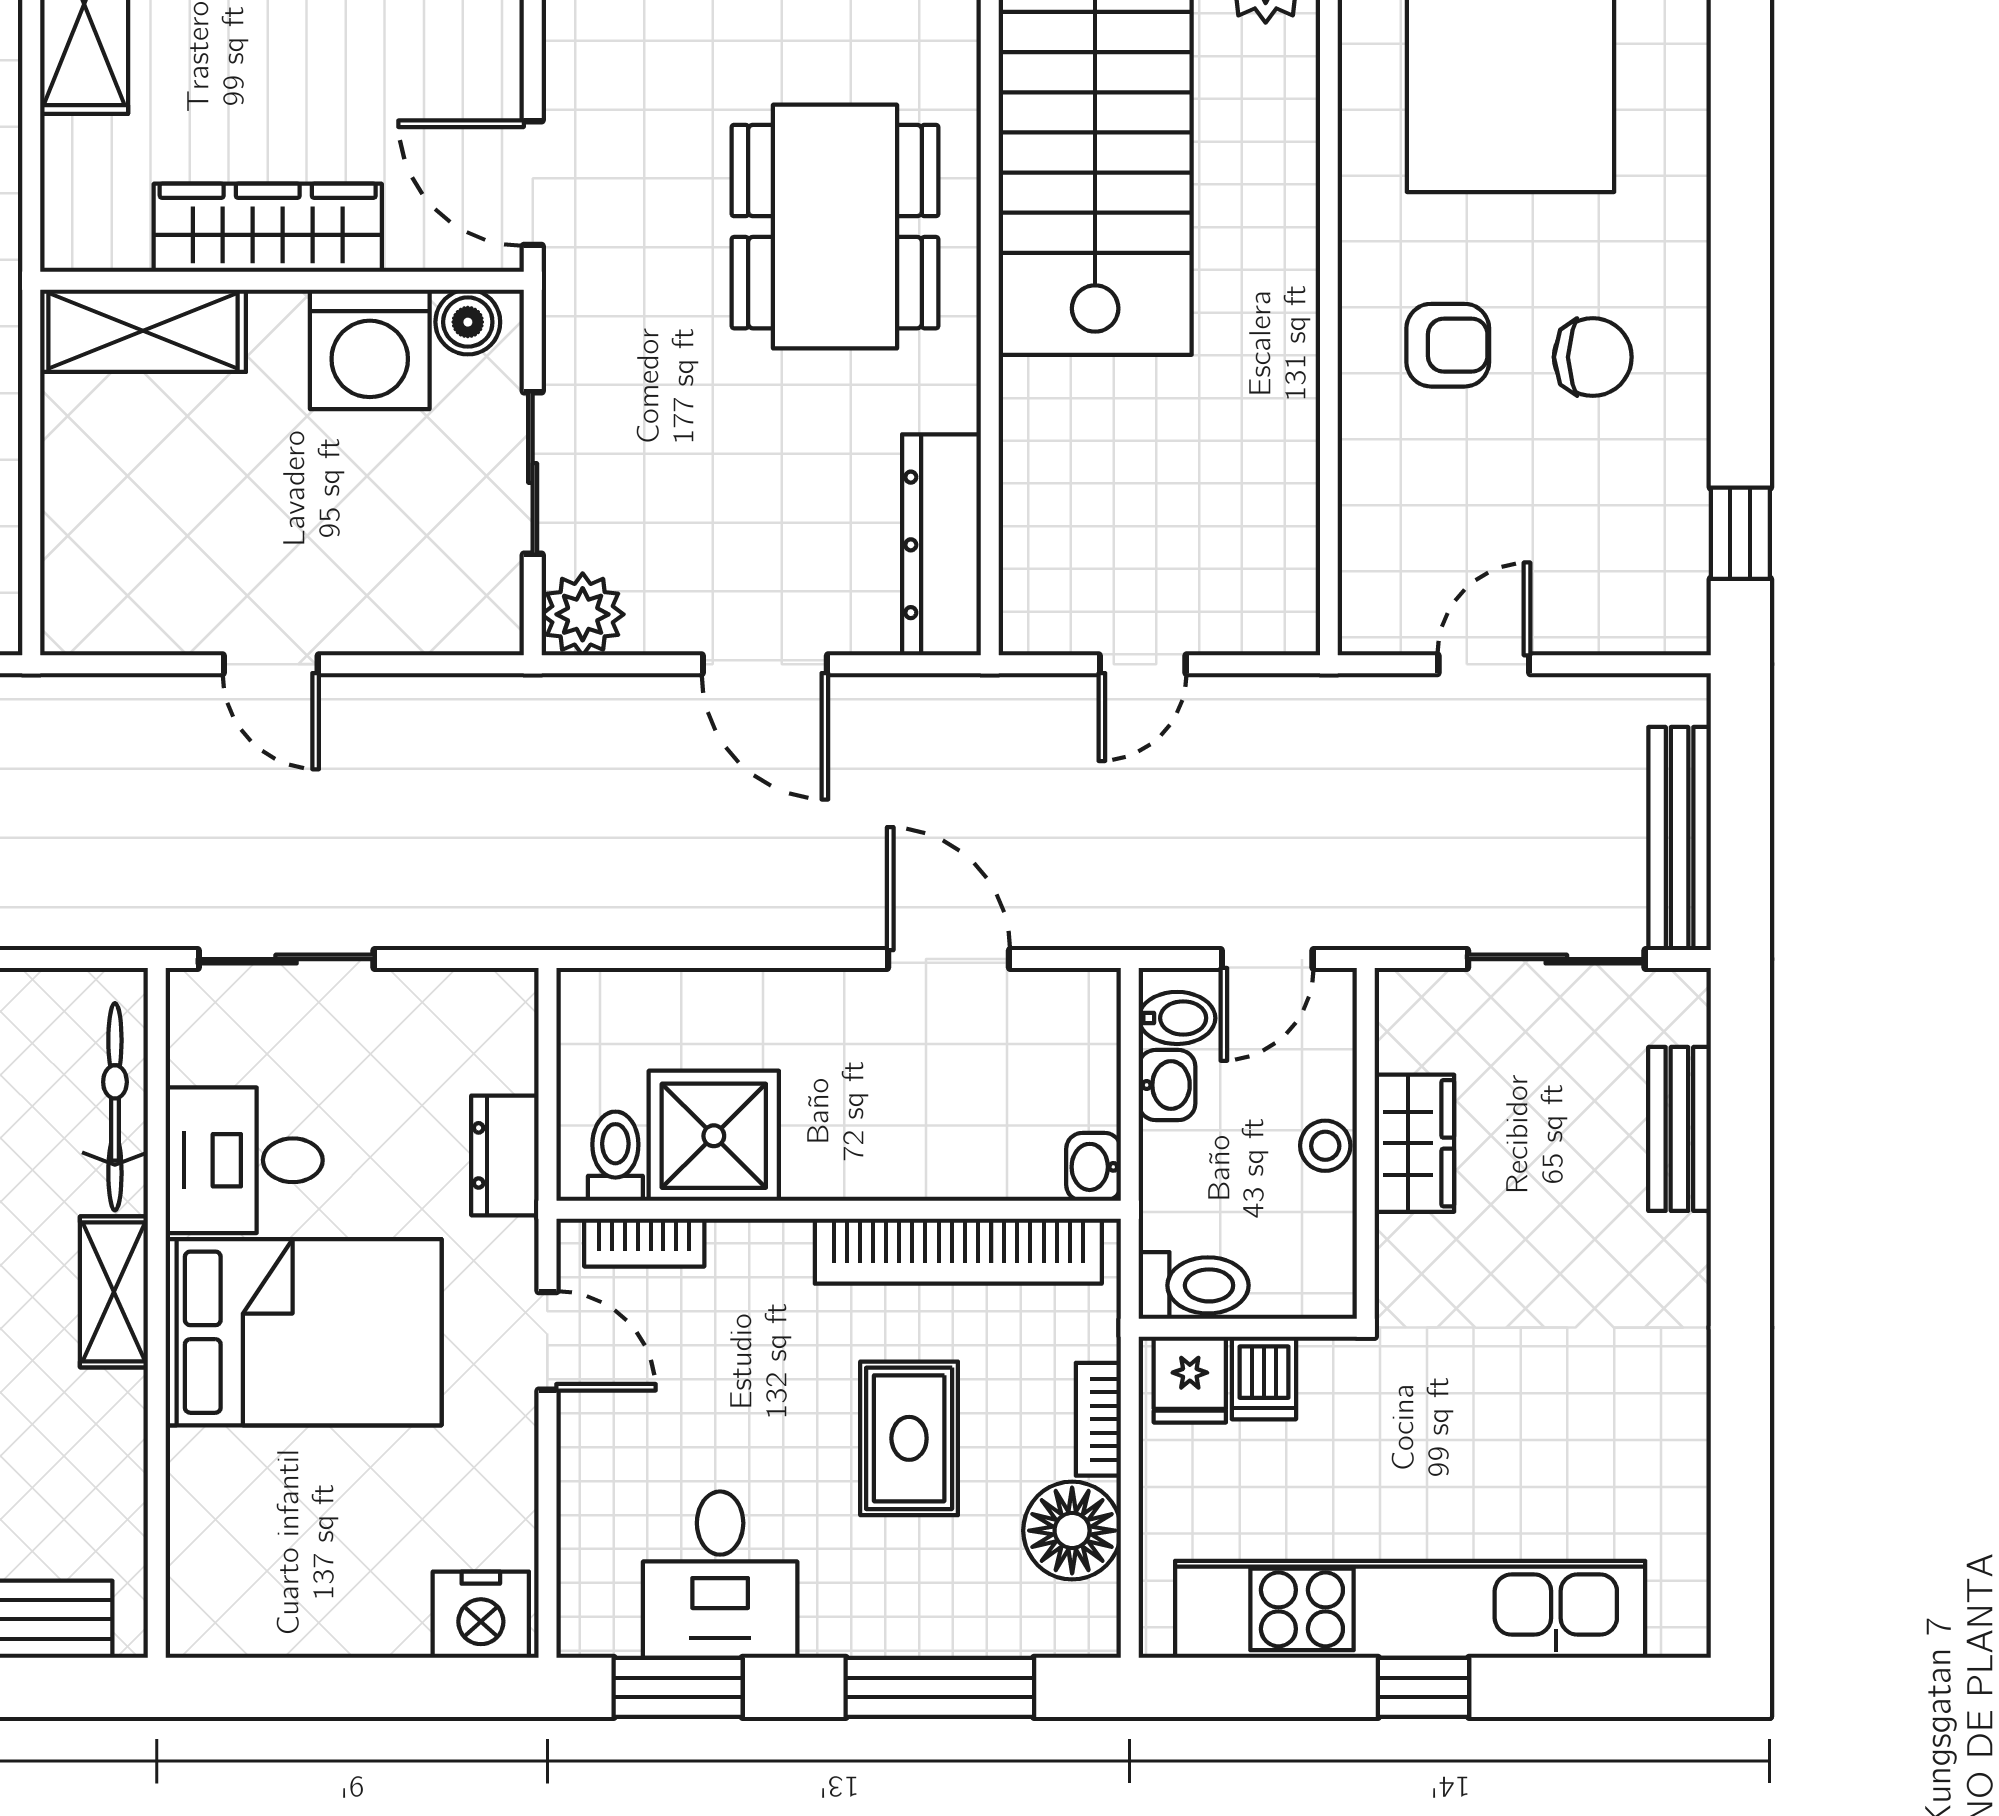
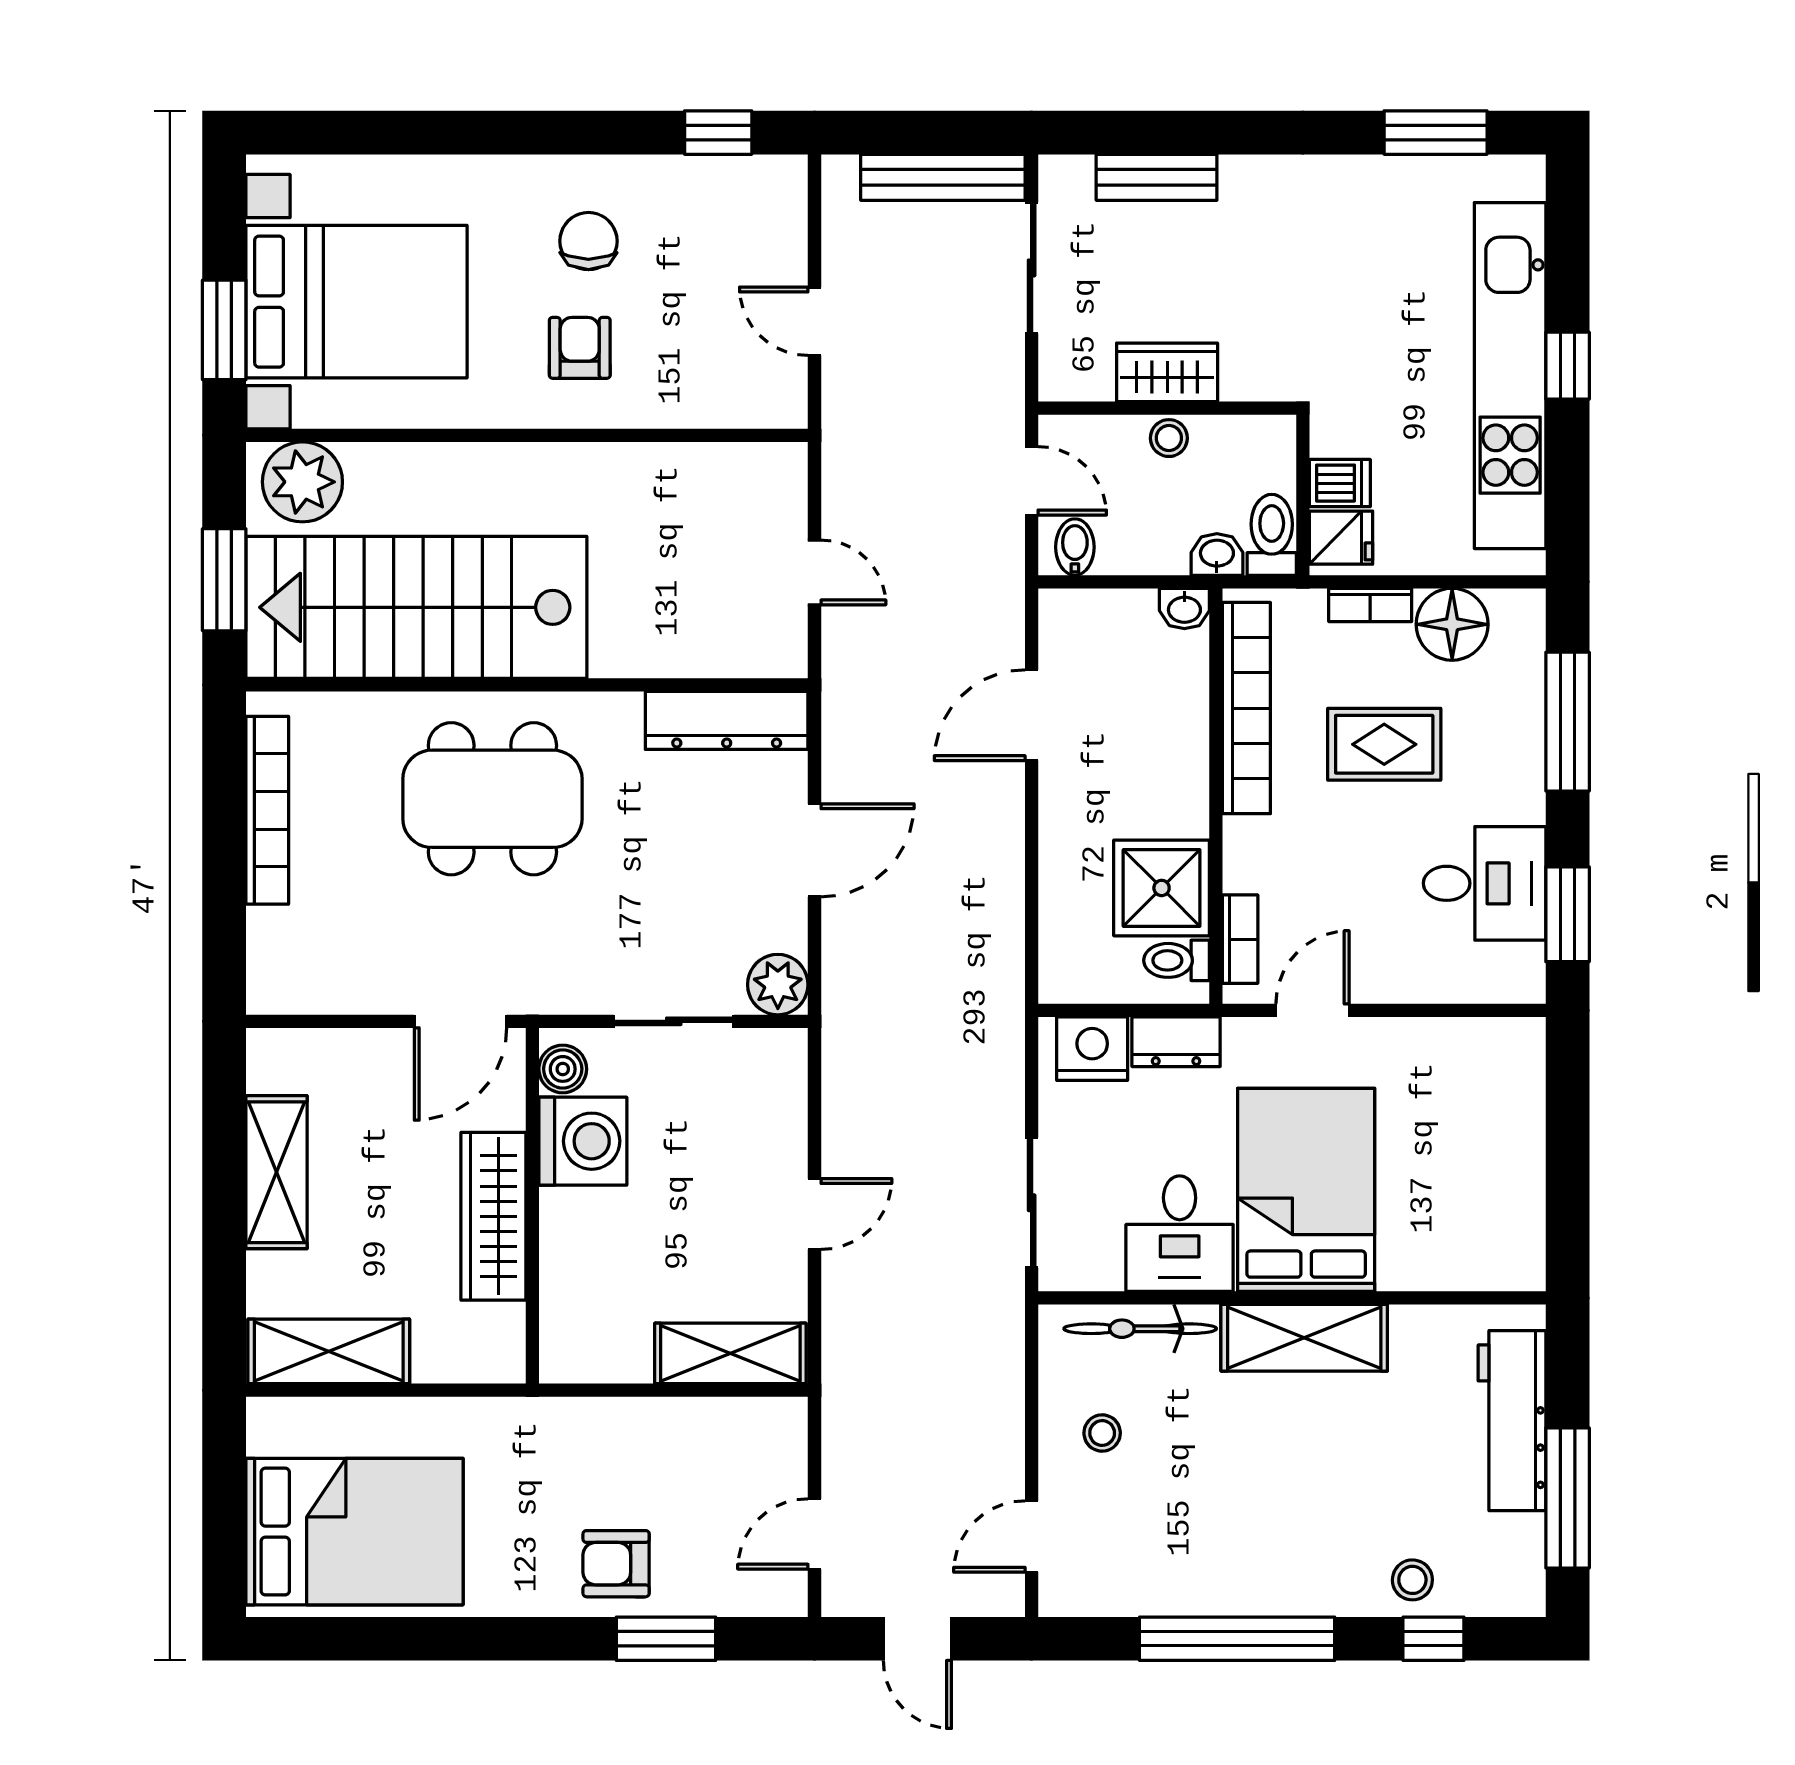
shelving: (143, 331) -> (730, 1353), moved, turned 90
washbasin: (1167, 1085) -> (1217, 554), moved
shelving: (114, 1292) -> (1304, 1338), width x1.50, depth x1.33
window: (1740, 1508) -> (1436, 133), added
nightstand: (481, 1615) -> (1092, 1049), moved, turned -90

